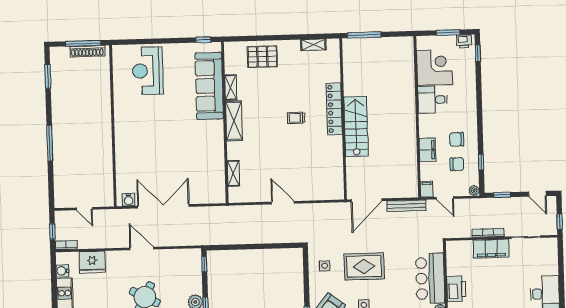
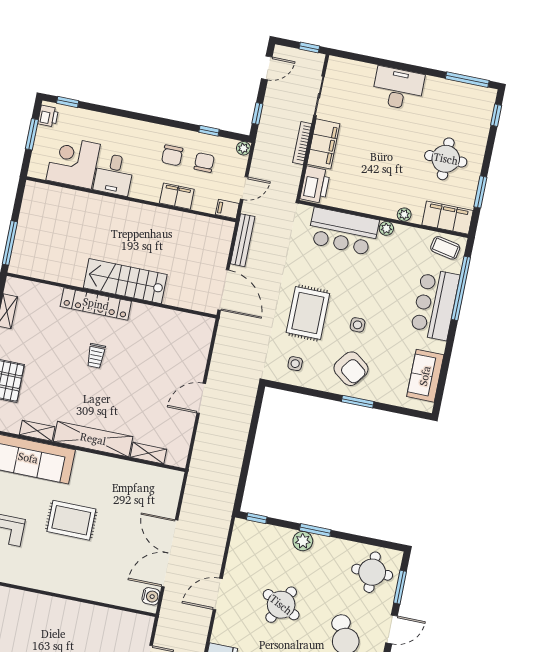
shelving: (234, 121) -> (93, 439), width x1.47
rug: (171, 128) -> (71, 520), added
printer: (456, 289) -> (315, 185), moved, turned 90

